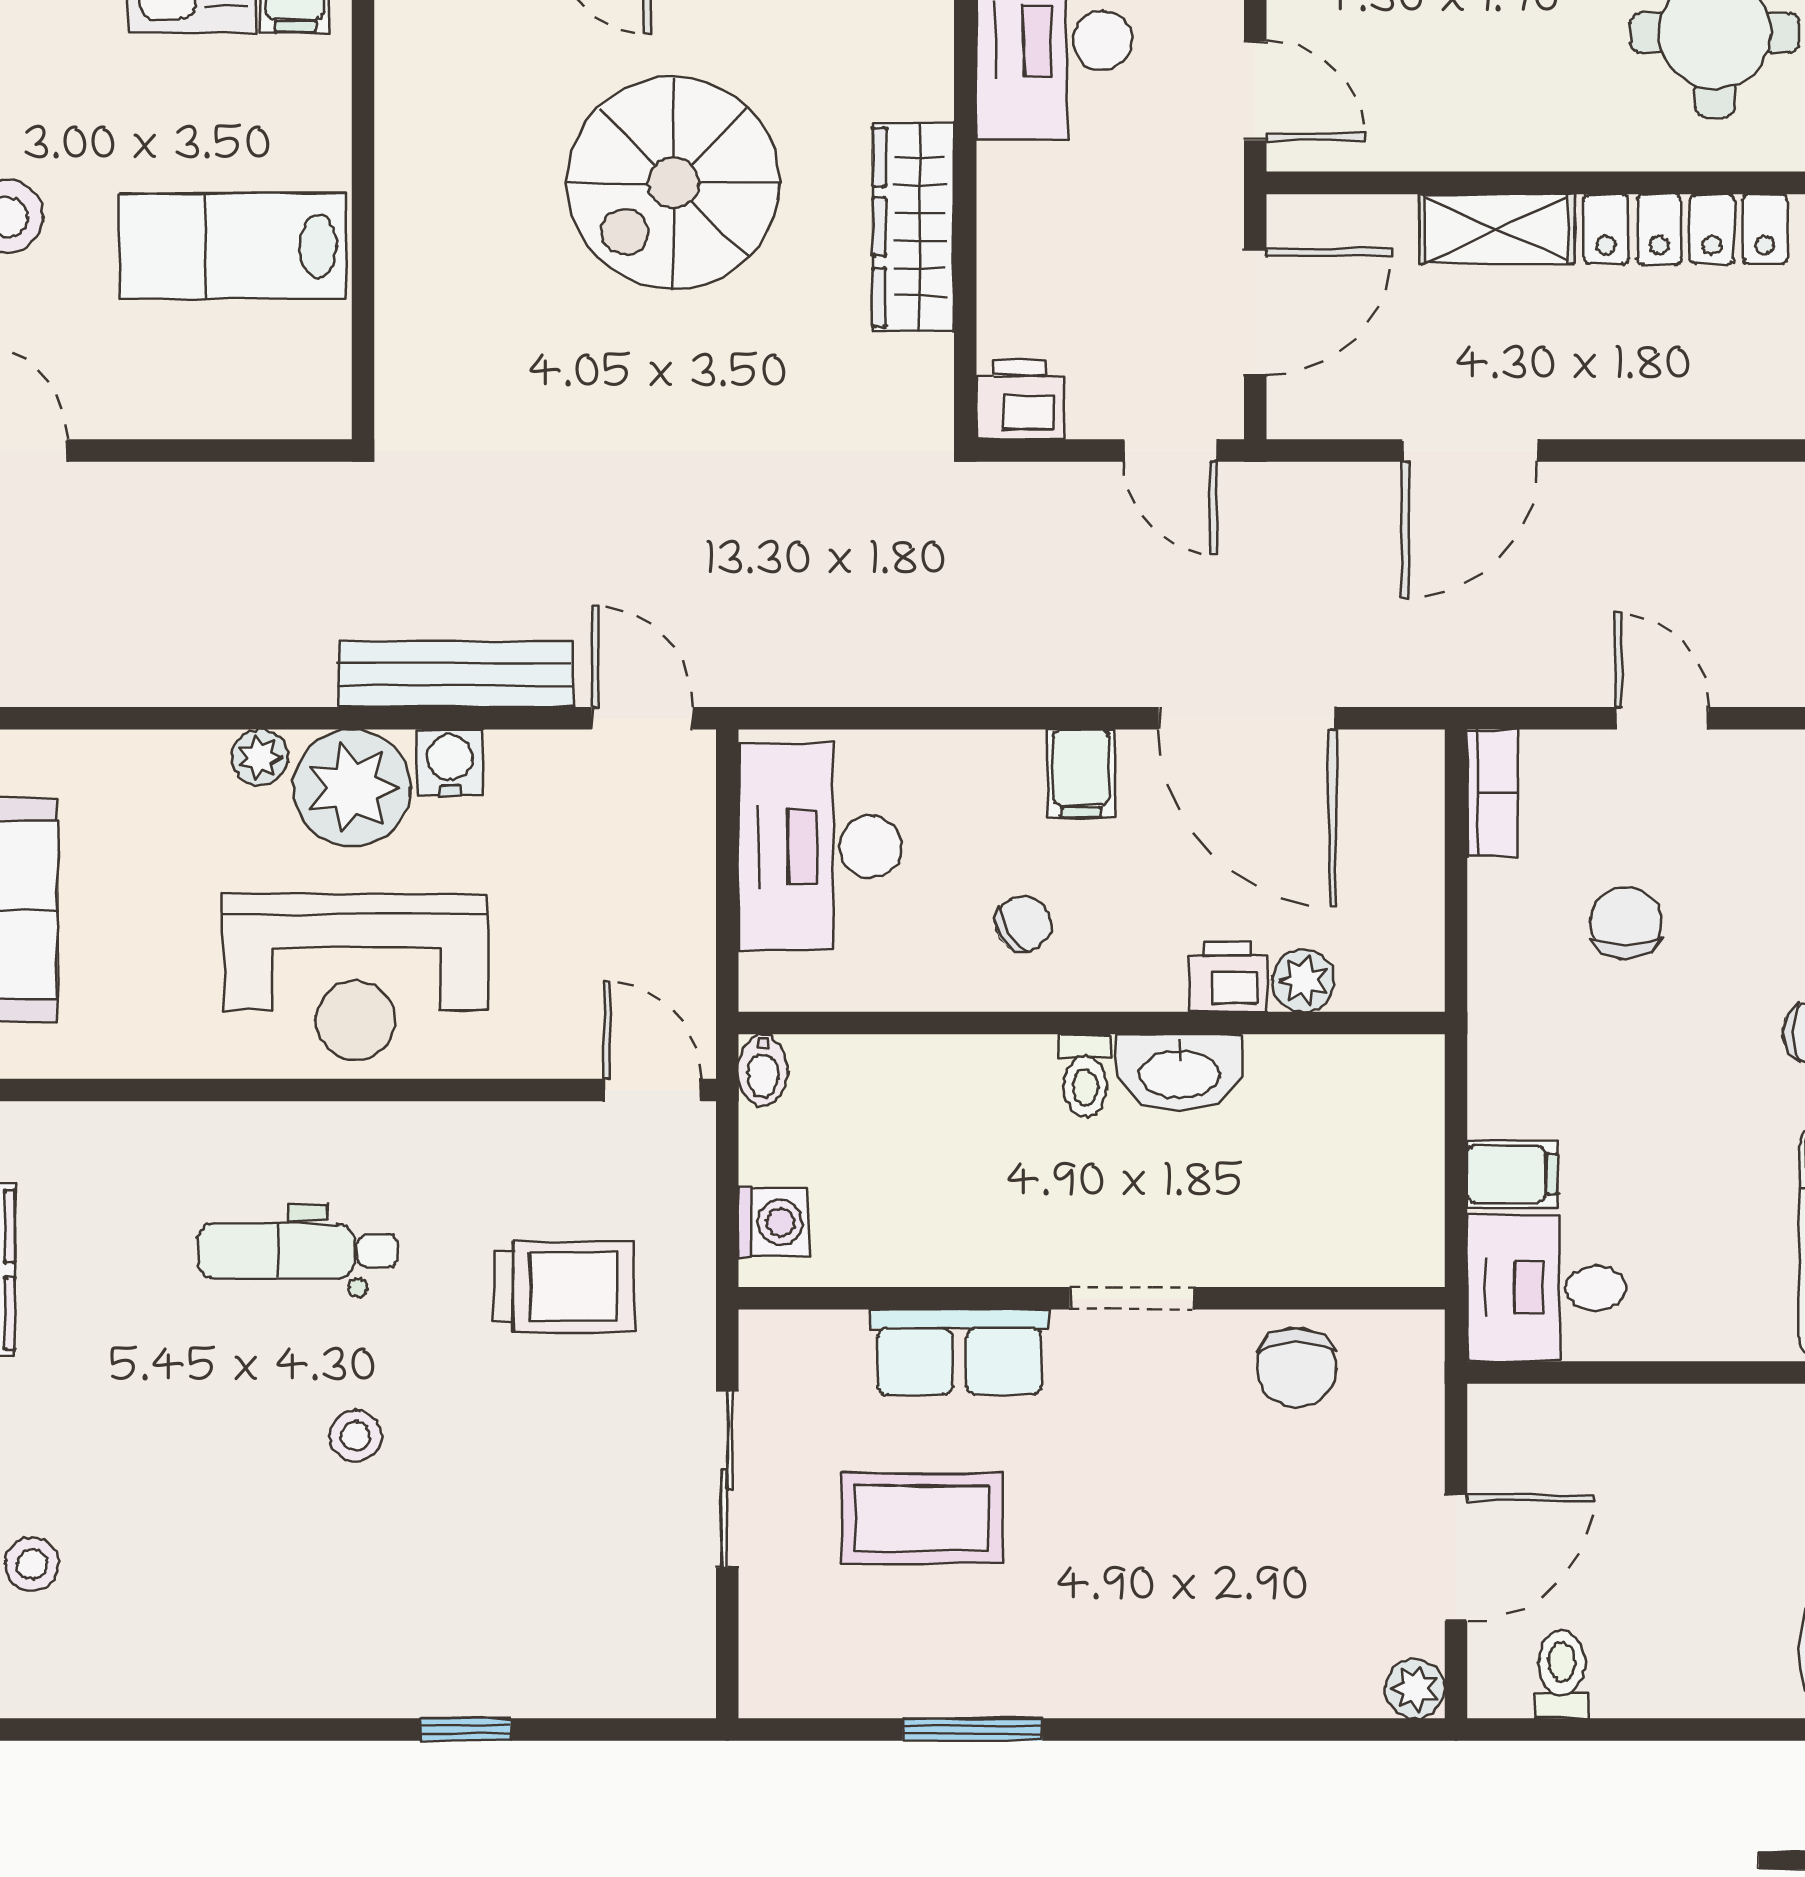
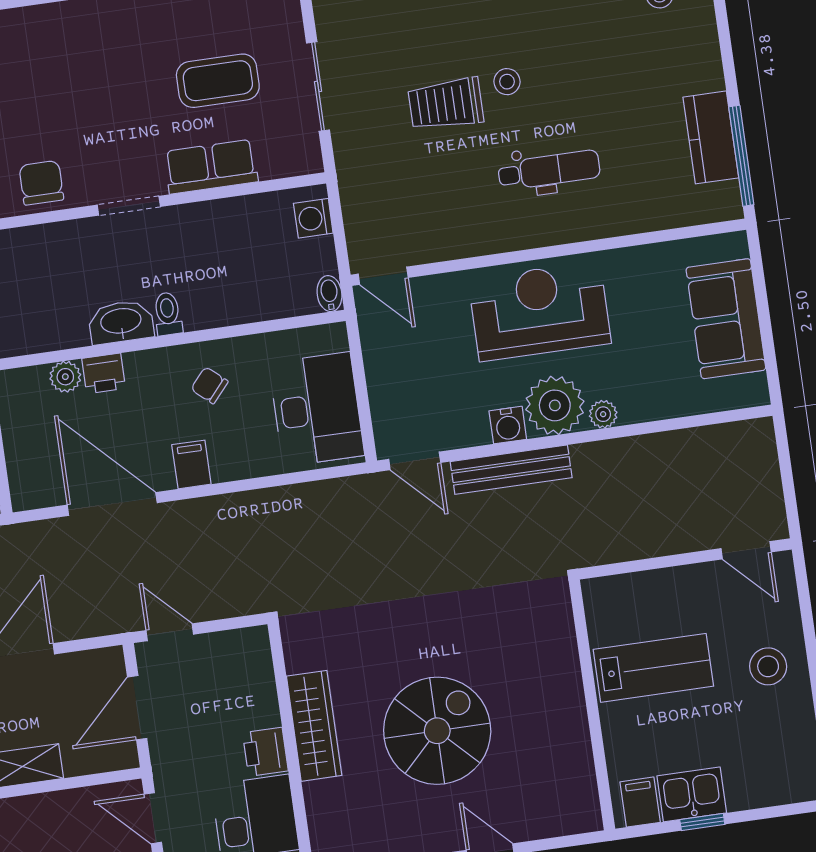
printer: (1020, 400) -> (265, 752), moved, turned 90
chair: (1024, 924) -> (209, 385), turned 72
trolley: (564, 1286) -> (446, 104), moved

